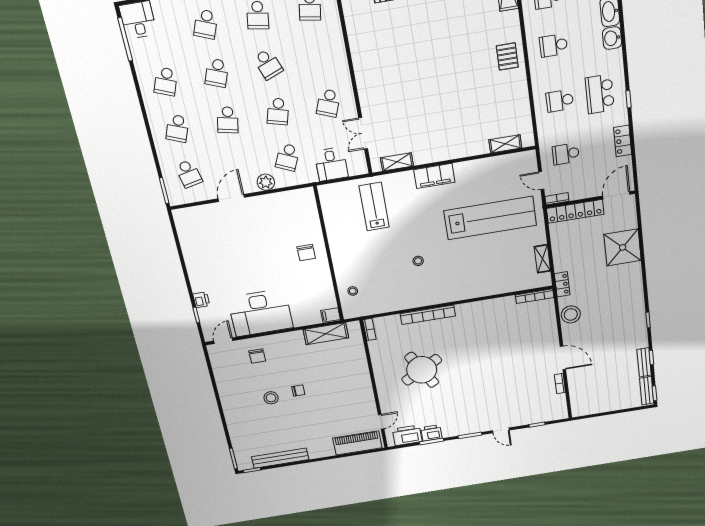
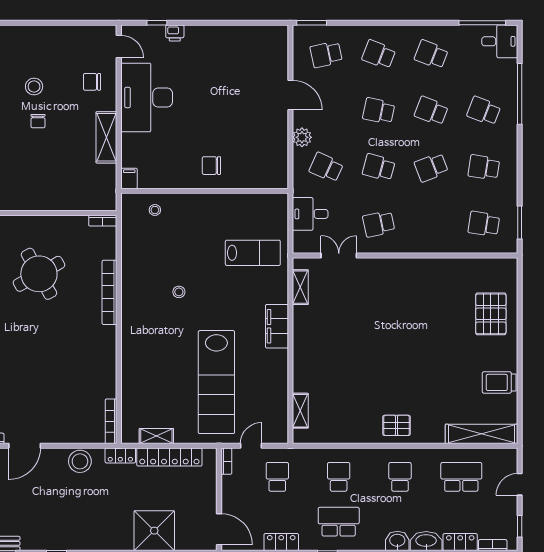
school desk: (328, 103) -> (379, 224), turned -33
locker: (575, 211) -> (169, 457), moved, turned -90
shelving: (326, 334) -> (106, 137), moved

